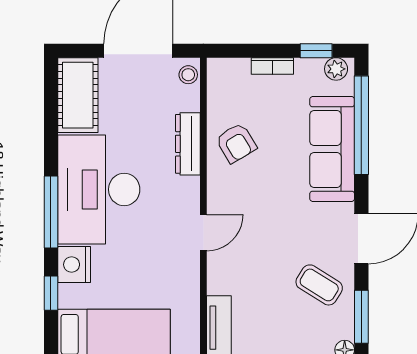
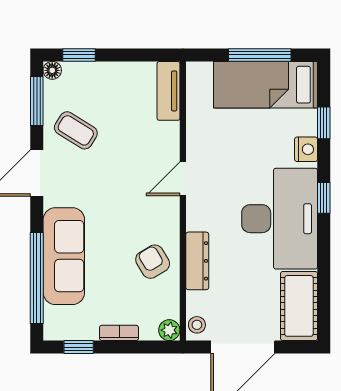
plant: (336, 69) -> (169, 330), moved
window: (51, 212) -> (324, 198), width x0.46
nightstand: (74, 265) -> (306, 149), width x0.74, depth x0.75

